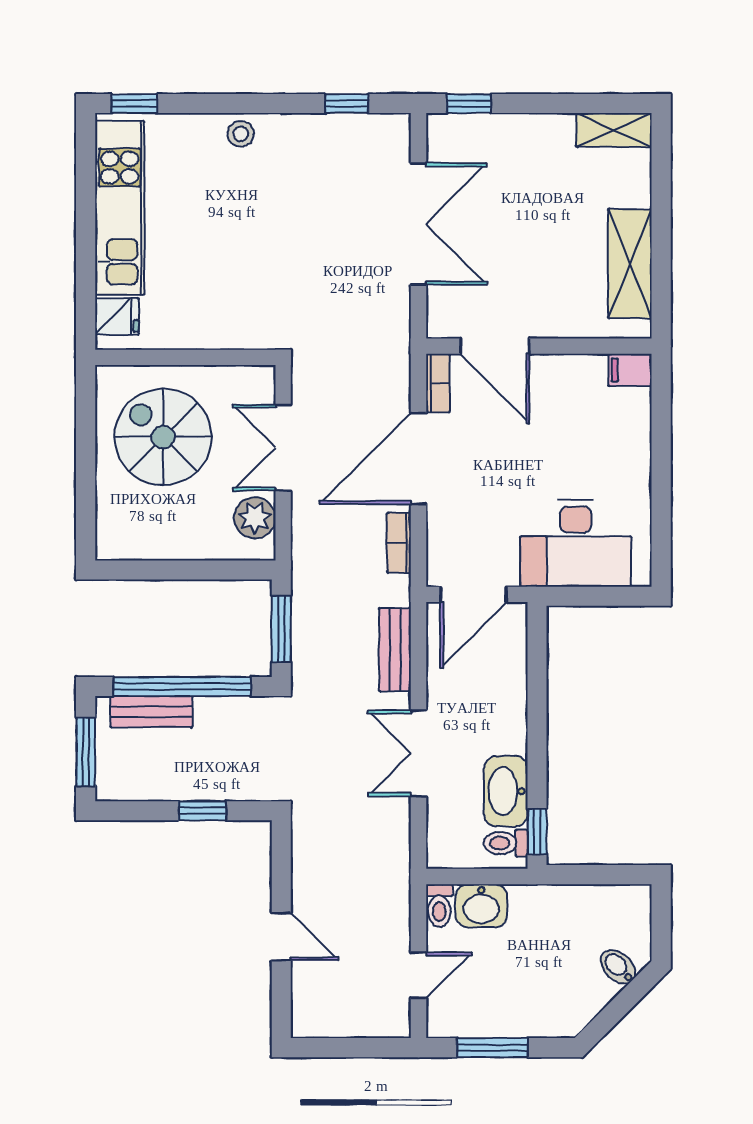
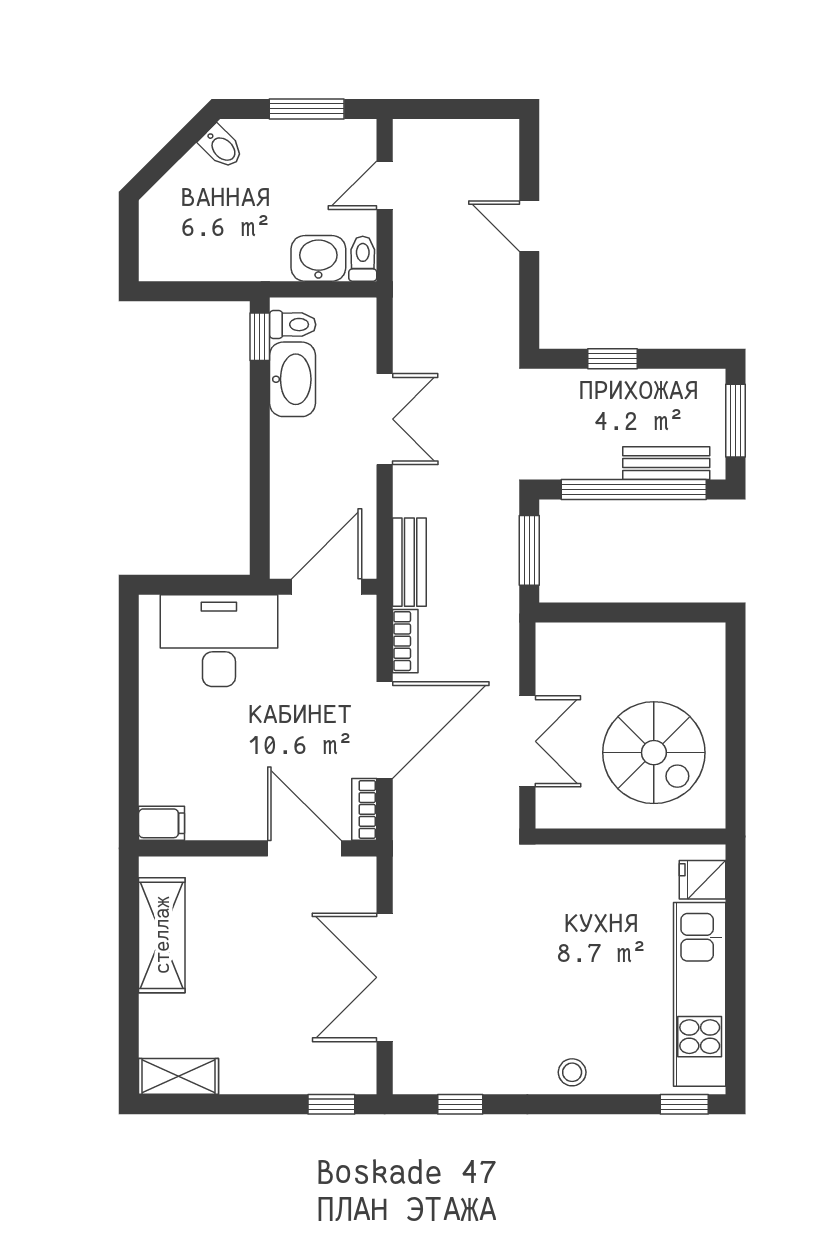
plant: (255, 518) -> (557, 667), removed
bench: (395, 650) -> (409, 562), moved
bidet: (618, 967) -> (221, 147), moved

